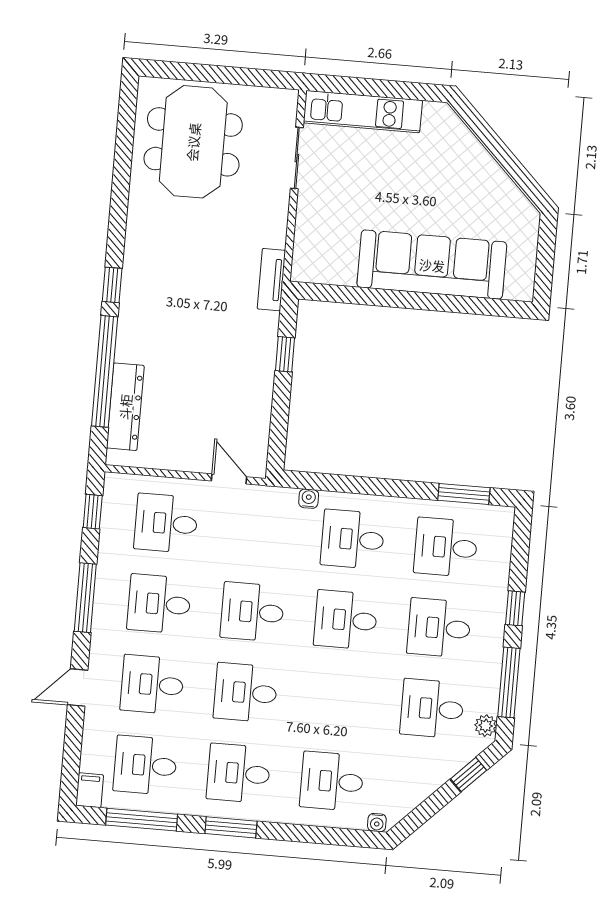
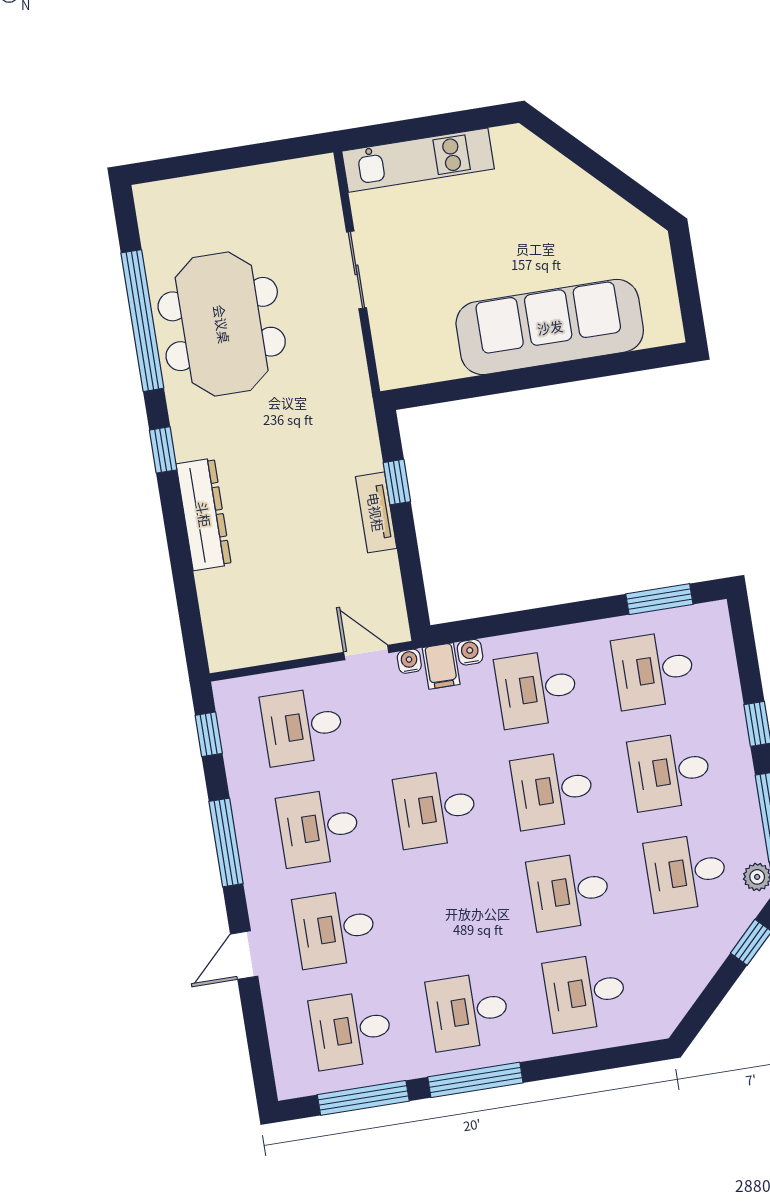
meeting table: (193, 142) -> (222, 324), moved
sliding door: (297, 158) -> (356, 270), moved
tv unit: (271, 280) -> (376, 512), moved
window: (105, 371) -> (142, 321), moved
dresser: (125, 407) -> (204, 514), moved
desk: (246, 693) -> (569, 891), moved
filing cabinet: (90, 790) -> (441, 666), moved, turned 180
water cooler: (377, 823) -> (409, 661), moved, turned 180
window: (231, 827) -> (475, 1080), width x1.44

